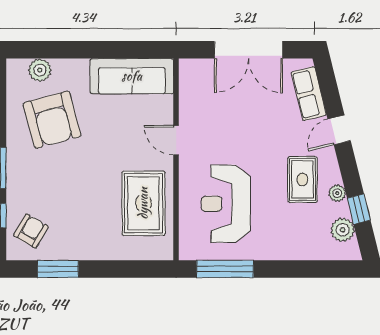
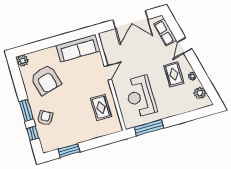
plant: (40, 70) -> (23, 61), moved
door: (176, 140) -> (108, 73), swing flipped
rug: (143, 203) -> (101, 107), width x0.73, depth x0.70
window: (359, 209) -> (205, 81), removed
armchair: (31, 231) -> (45, 118), moved

